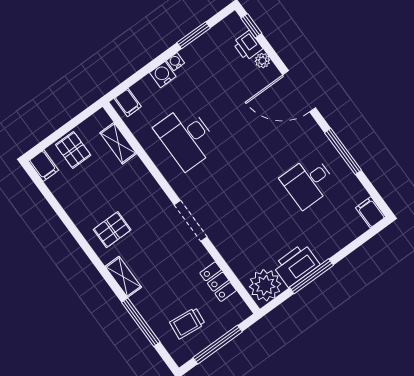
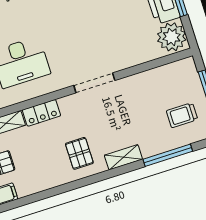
locker: (218, 282) -> (41, 113), moved
trolley: (187, 323) -> (182, 115), turned 84

